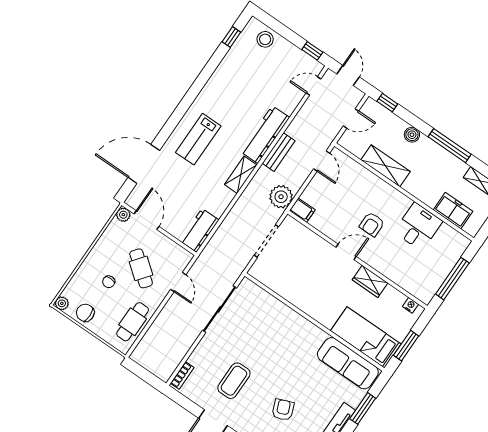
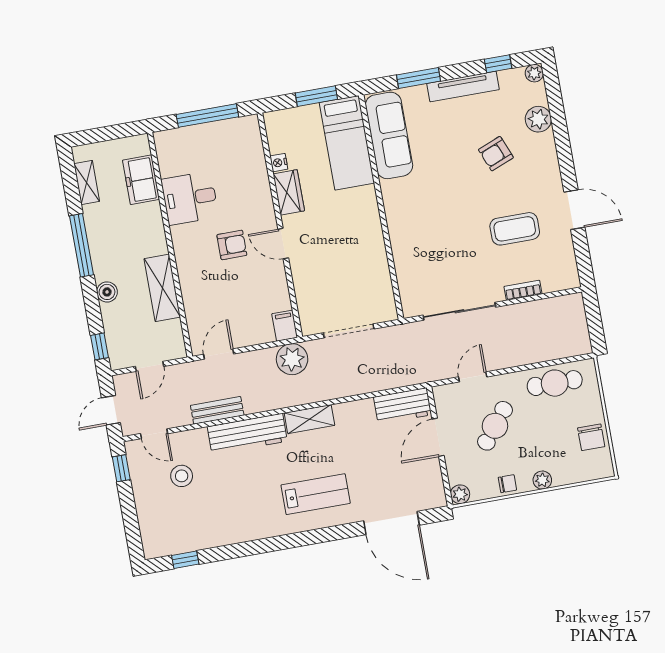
stool: (265, 39) -> (182, 476), moved
door: (351, 118) -> (150, 366), swing flipped
bench: (279, 152) -> (217, 410), moved
door: (147, 220) -> (438, 437), moved
chair: (109, 282) -> (507, 484), moved
plant: (62, 303) -> (542, 480), moved
nightstand: (410, 305) -> (279, 163), moved
bookcase: (182, 375) -> (523, 290), moved

